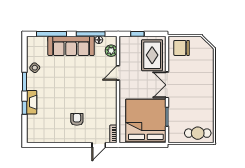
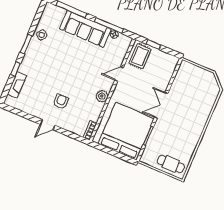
chair: (182, 48) -> (190, 76), removed
plant: (111, 51) -> (102, 96), moved
rug: (152, 55) -> (140, 56), moved, width x0.73, depth x0.70
fireplace: (32, 102) -> (17, 85), moved
door: (99, 145) -> (48, 125), moved

